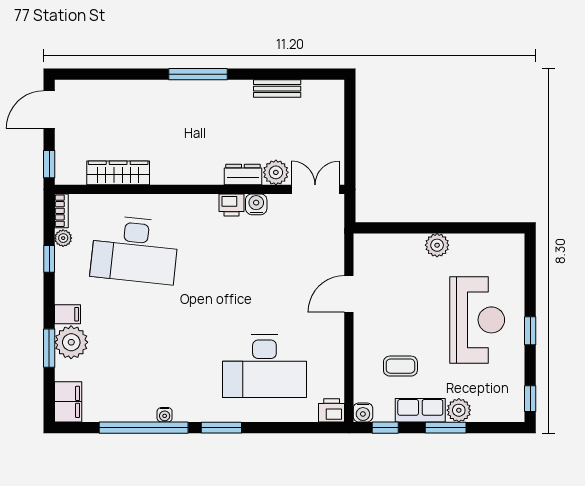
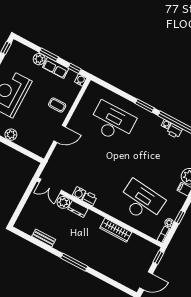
wardrobe: (118, 173) -> (116, 230), moved
coffee table: (400, 366) -> (57, 105), moved
printer: (332, 410) -> (174, 131), moved

